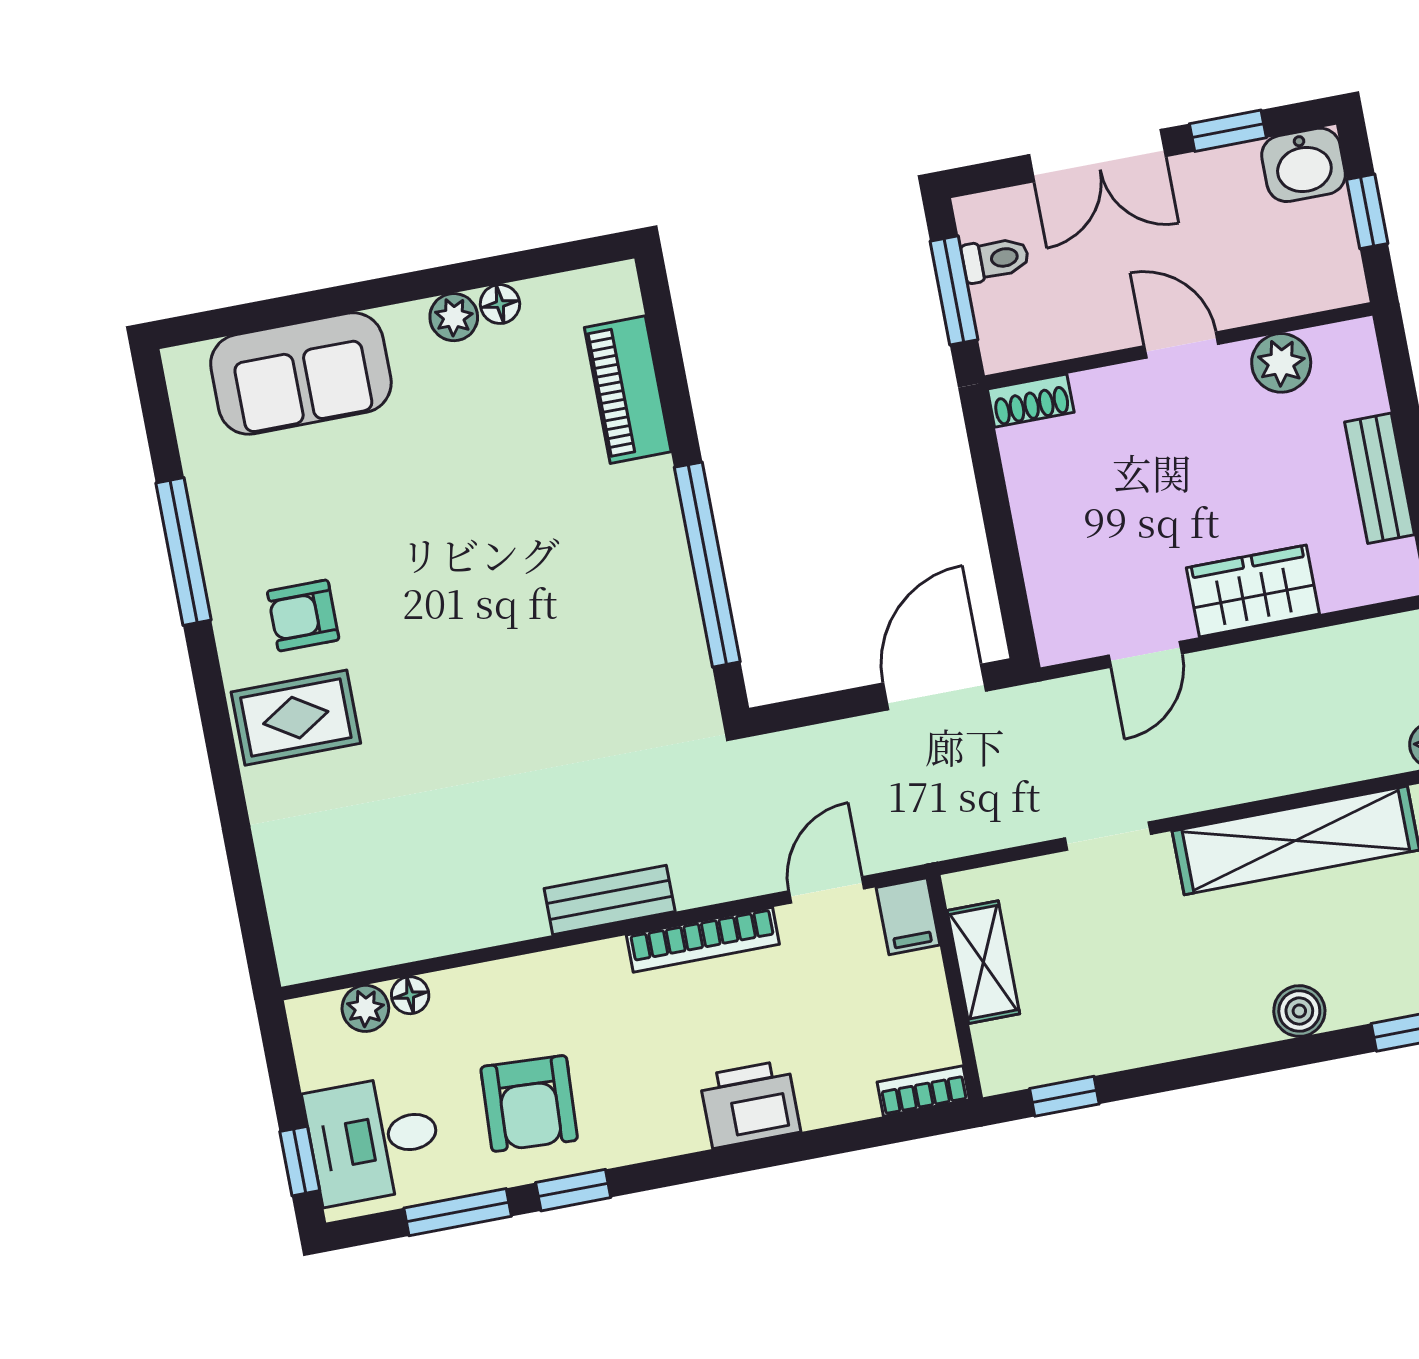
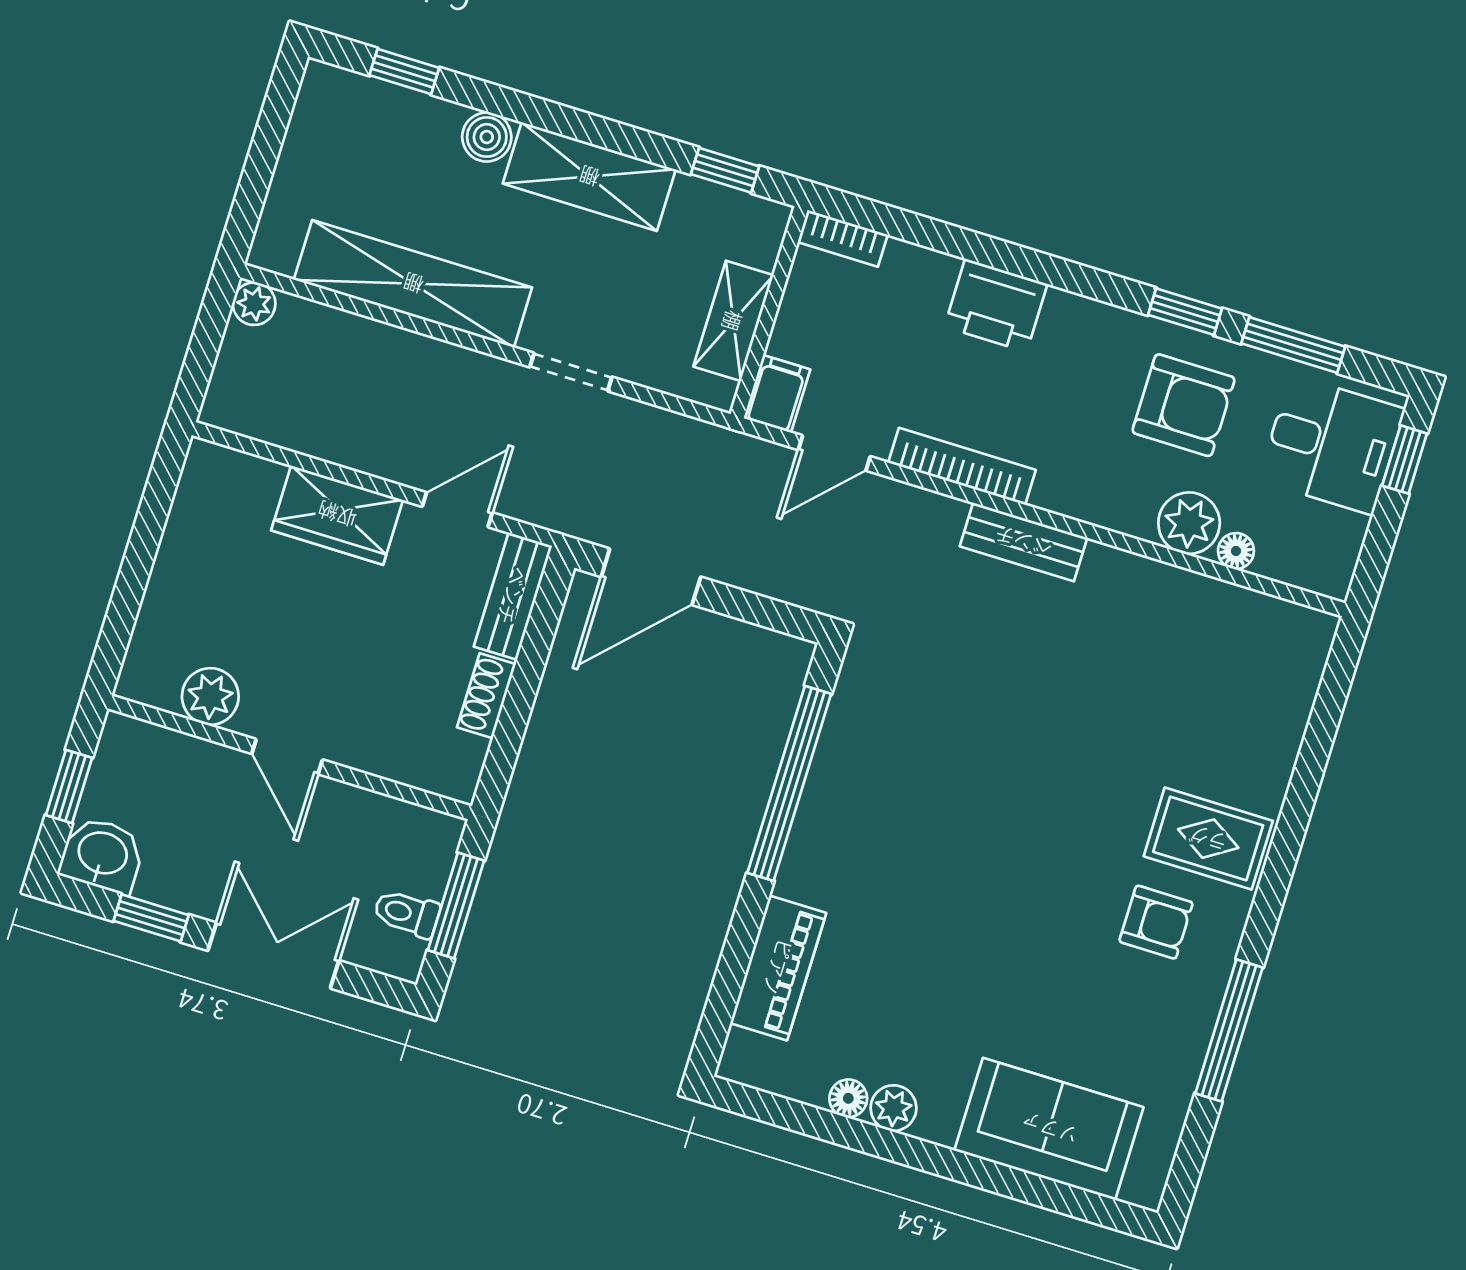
shoe rack: (1031, 401) -> (486, 696), moved, turned -90
bench: (1379, 478) -> (513, 596), moved
plant: (365, 1008) -> (1189, 523), moved, width x1.38, depth x1.38
shelving: (1186, 1024) -> (589, 177), added
armchair: (529, 1103) -> (1184, 405), turned 87

